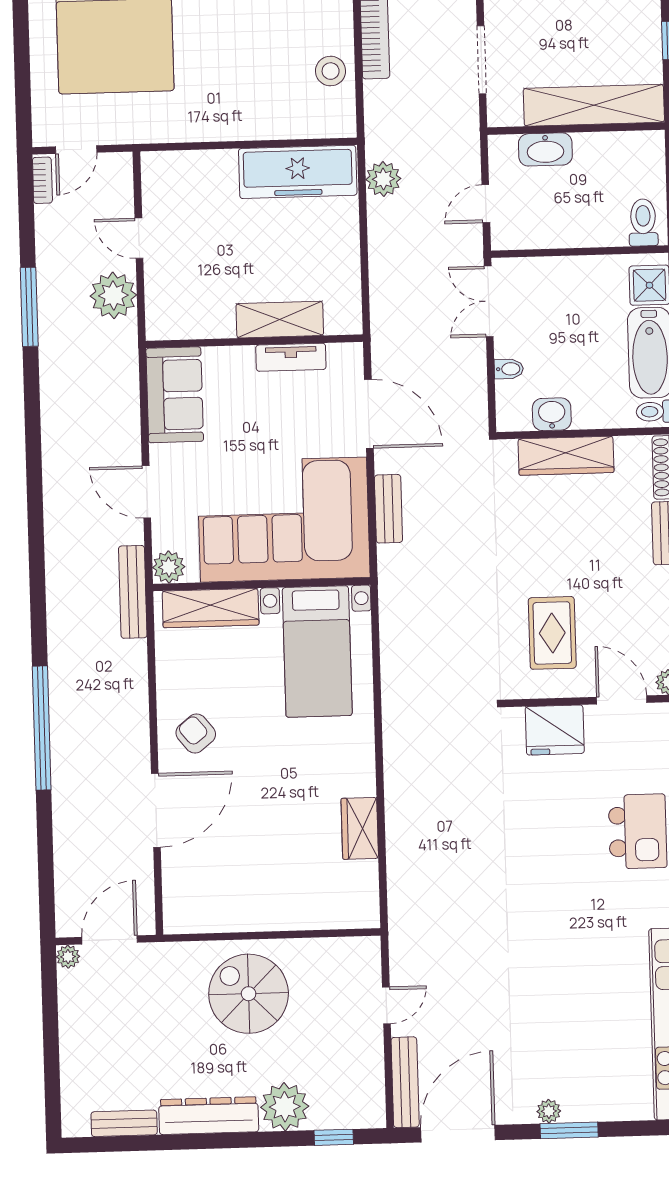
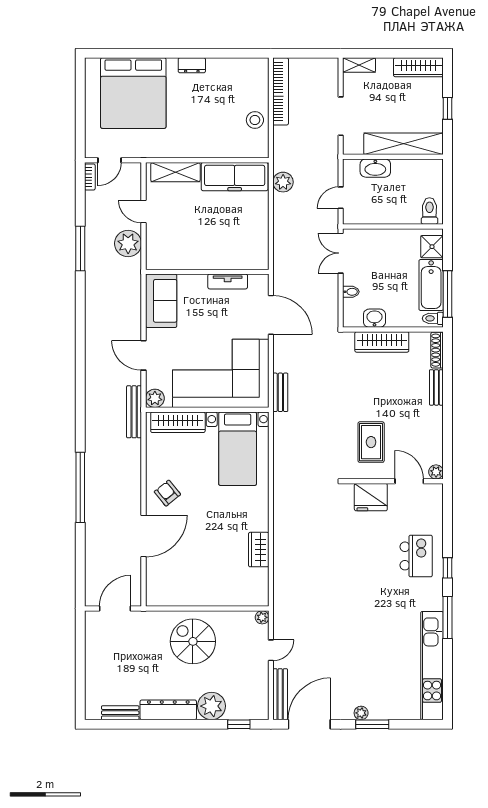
shelving: (280, 320) -> (175, 172), moved
bench: (388, 509) -> (280, 392), moved
plant: (68, 957) -> (262, 617), moved

